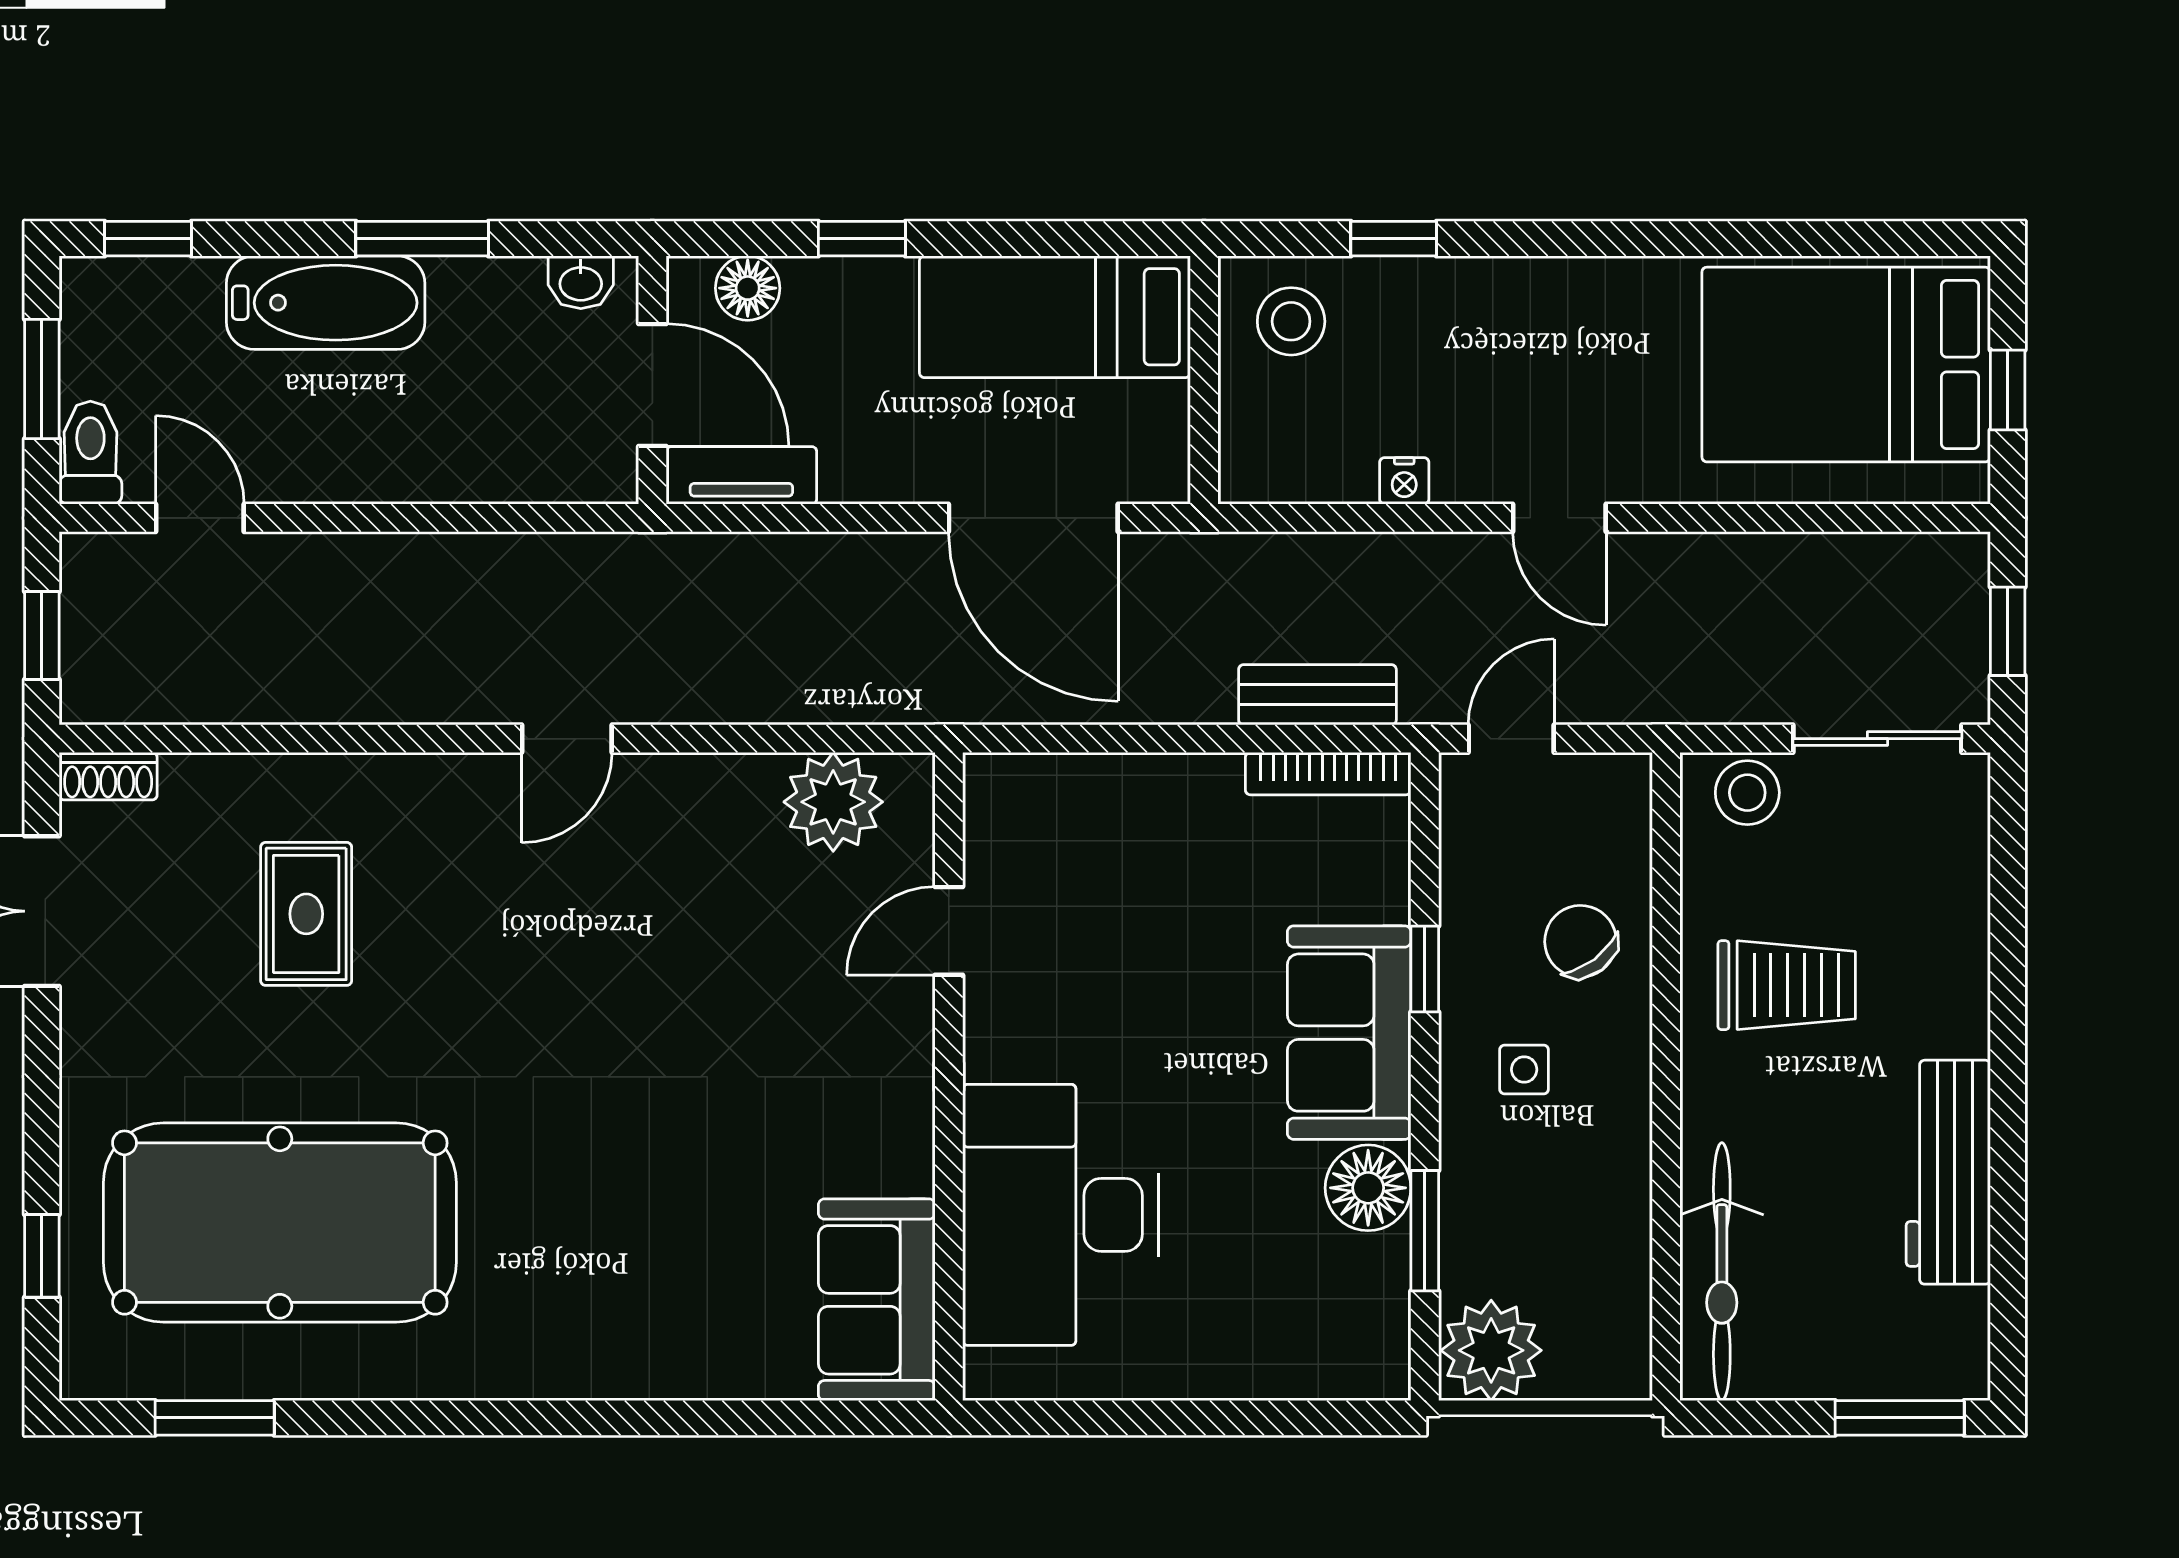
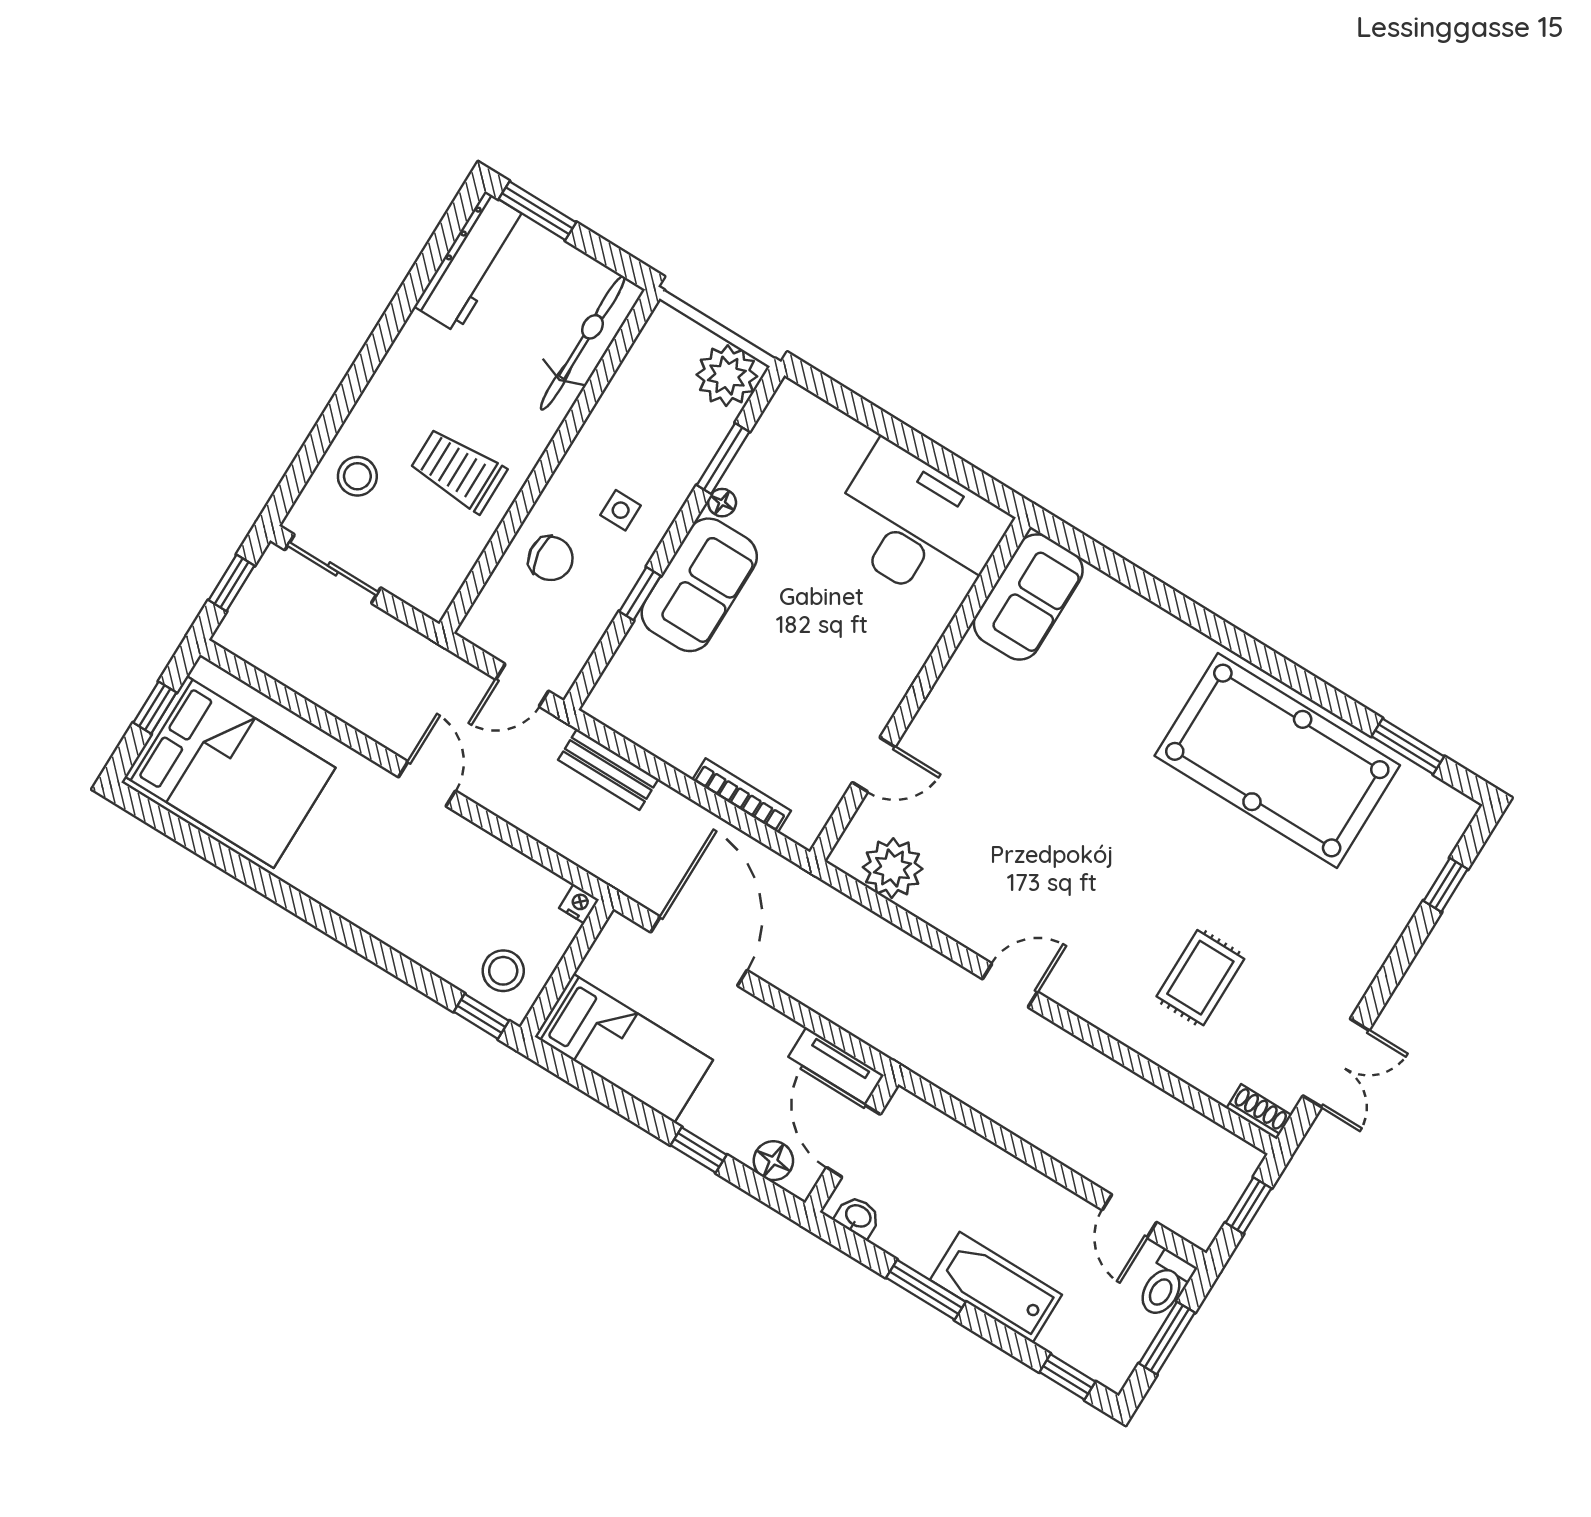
window: (1394, 239) -> (481, 1016), moved
nightstand: (1404, 481) -> (579, 904), moved
bookcase: (1328, 774) -> (742, 795), moved
stool: (1747, 793) -> (357, 476), moved
chair: (1581, 941) -> (551, 558), turned -59
workbench: (1948, 1172) -> (471, 262), moved
floor lamp: (1368, 1188) -> (722, 503), width x0.53, depth x0.53
desk: (1060, 1215) -> (917, 526), moved, turned -90
pool table: (280, 1223) -> (1277, 761), moved

